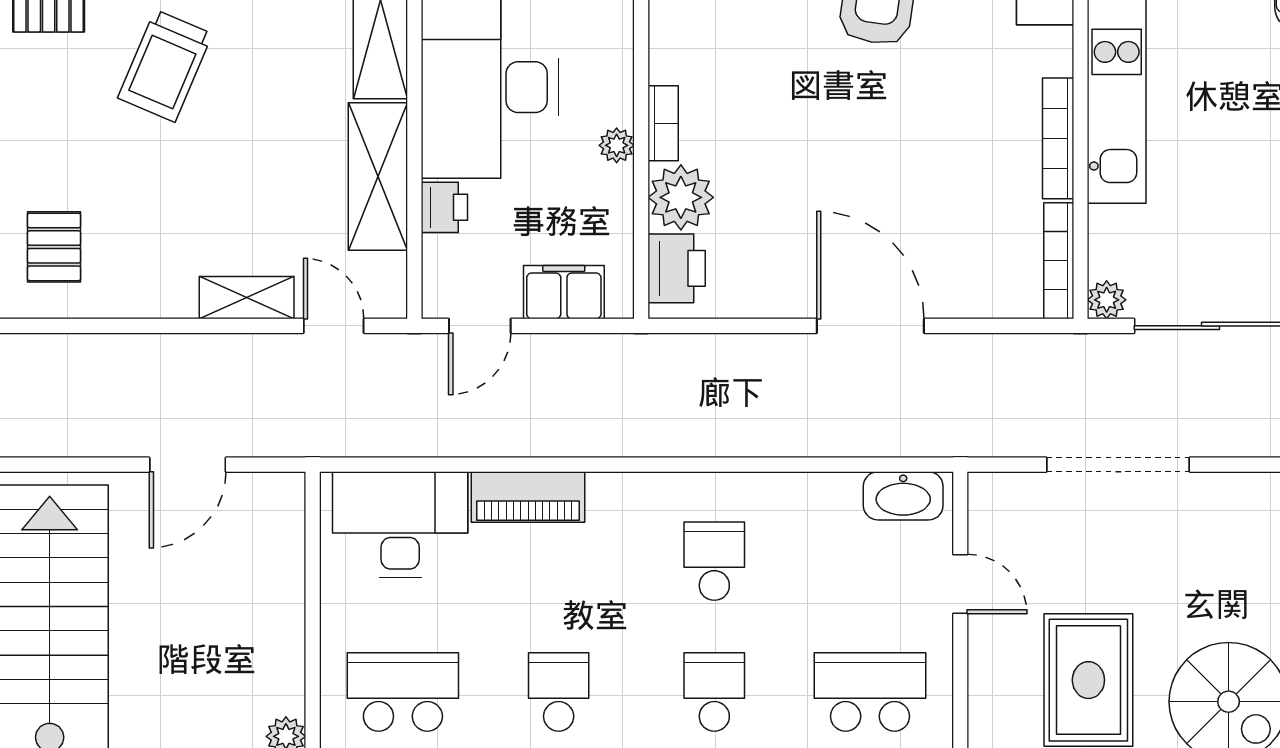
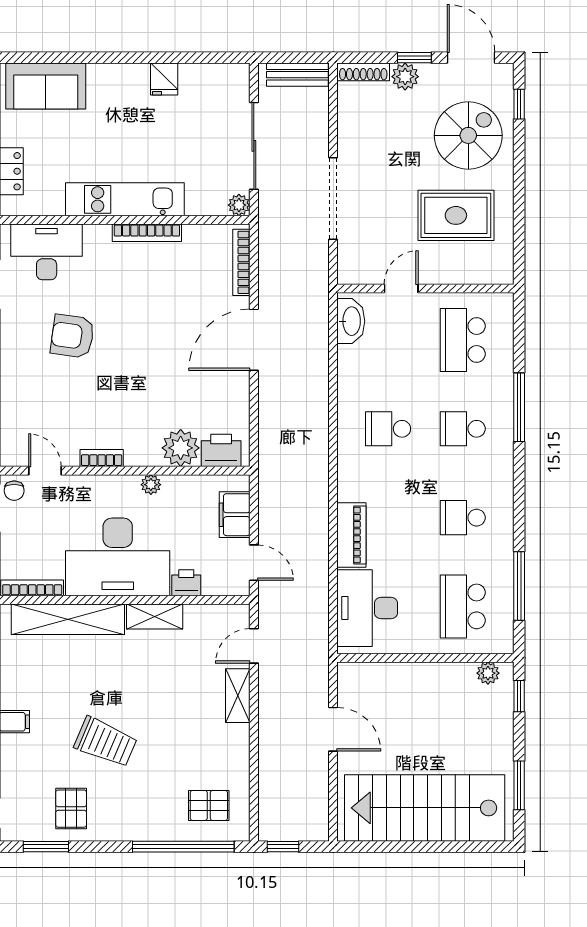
bookcase: (663, 123) -> (102, 458), moved
shelving: (378, 177) -> (155, 616), width x0.67, depth x0.75
bookcase: (1059, 261) -> (241, 262), moved, turned 90

